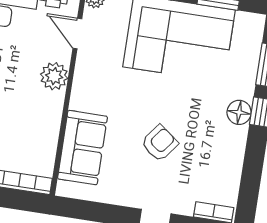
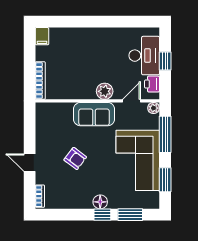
sofa: (82, 148) -> (94, 114), moved

